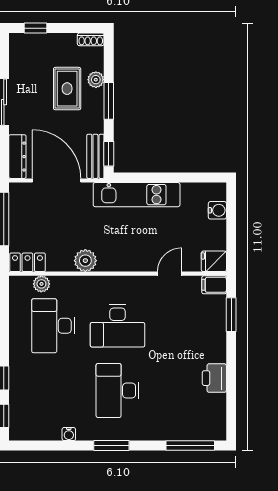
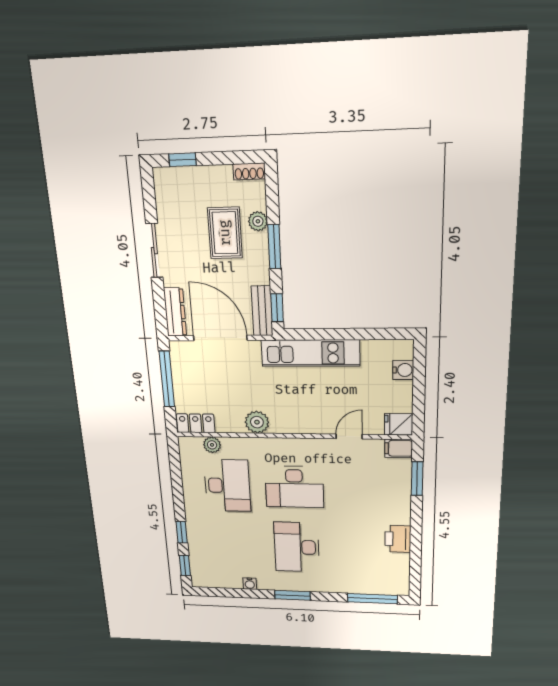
desk: (53, 326) -> (227, 485), turned 180

